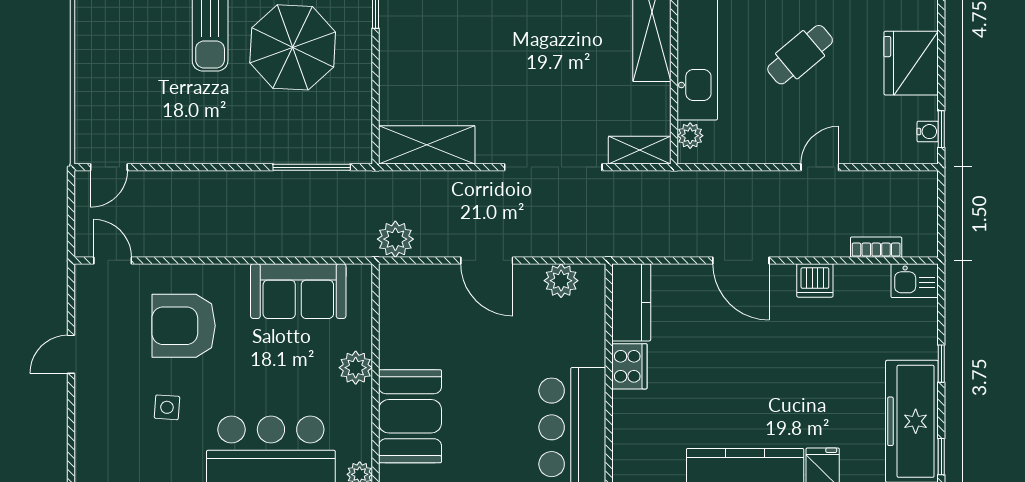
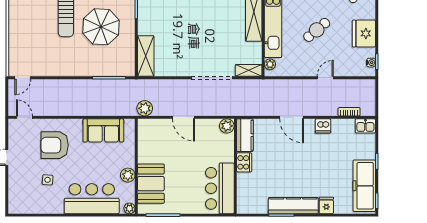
shelving: (427, 145) -> (146, 56), moved, turned 90
plant: (561, 281) -> (227, 126), moved
plant: (356, 368) -> (128, 175), moved

